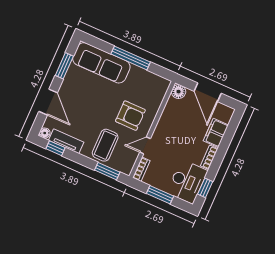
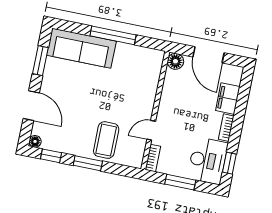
armchair: (130, 116) -> (127, 100), removed
tv unit: (66, 141) -> (61, 145), removed
window: (107, 171) -> (88, 163), moved

